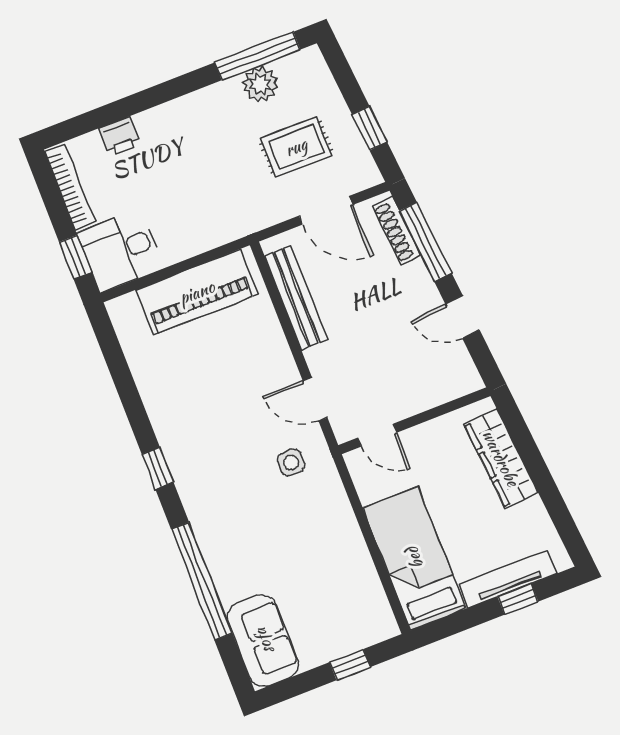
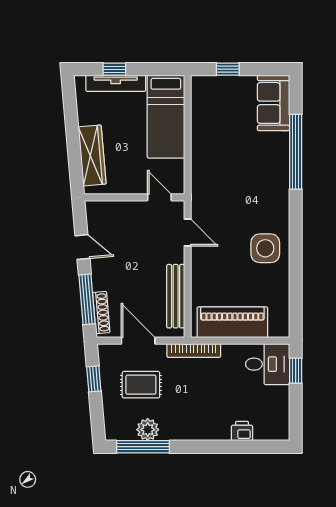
bookcase: (70, 187) -> (194, 351), moved, turned -90
side table: (291, 462) -> (265, 248), moved, width x1.87, depth x1.87
window: (158, 468) -> (296, 228), removed

